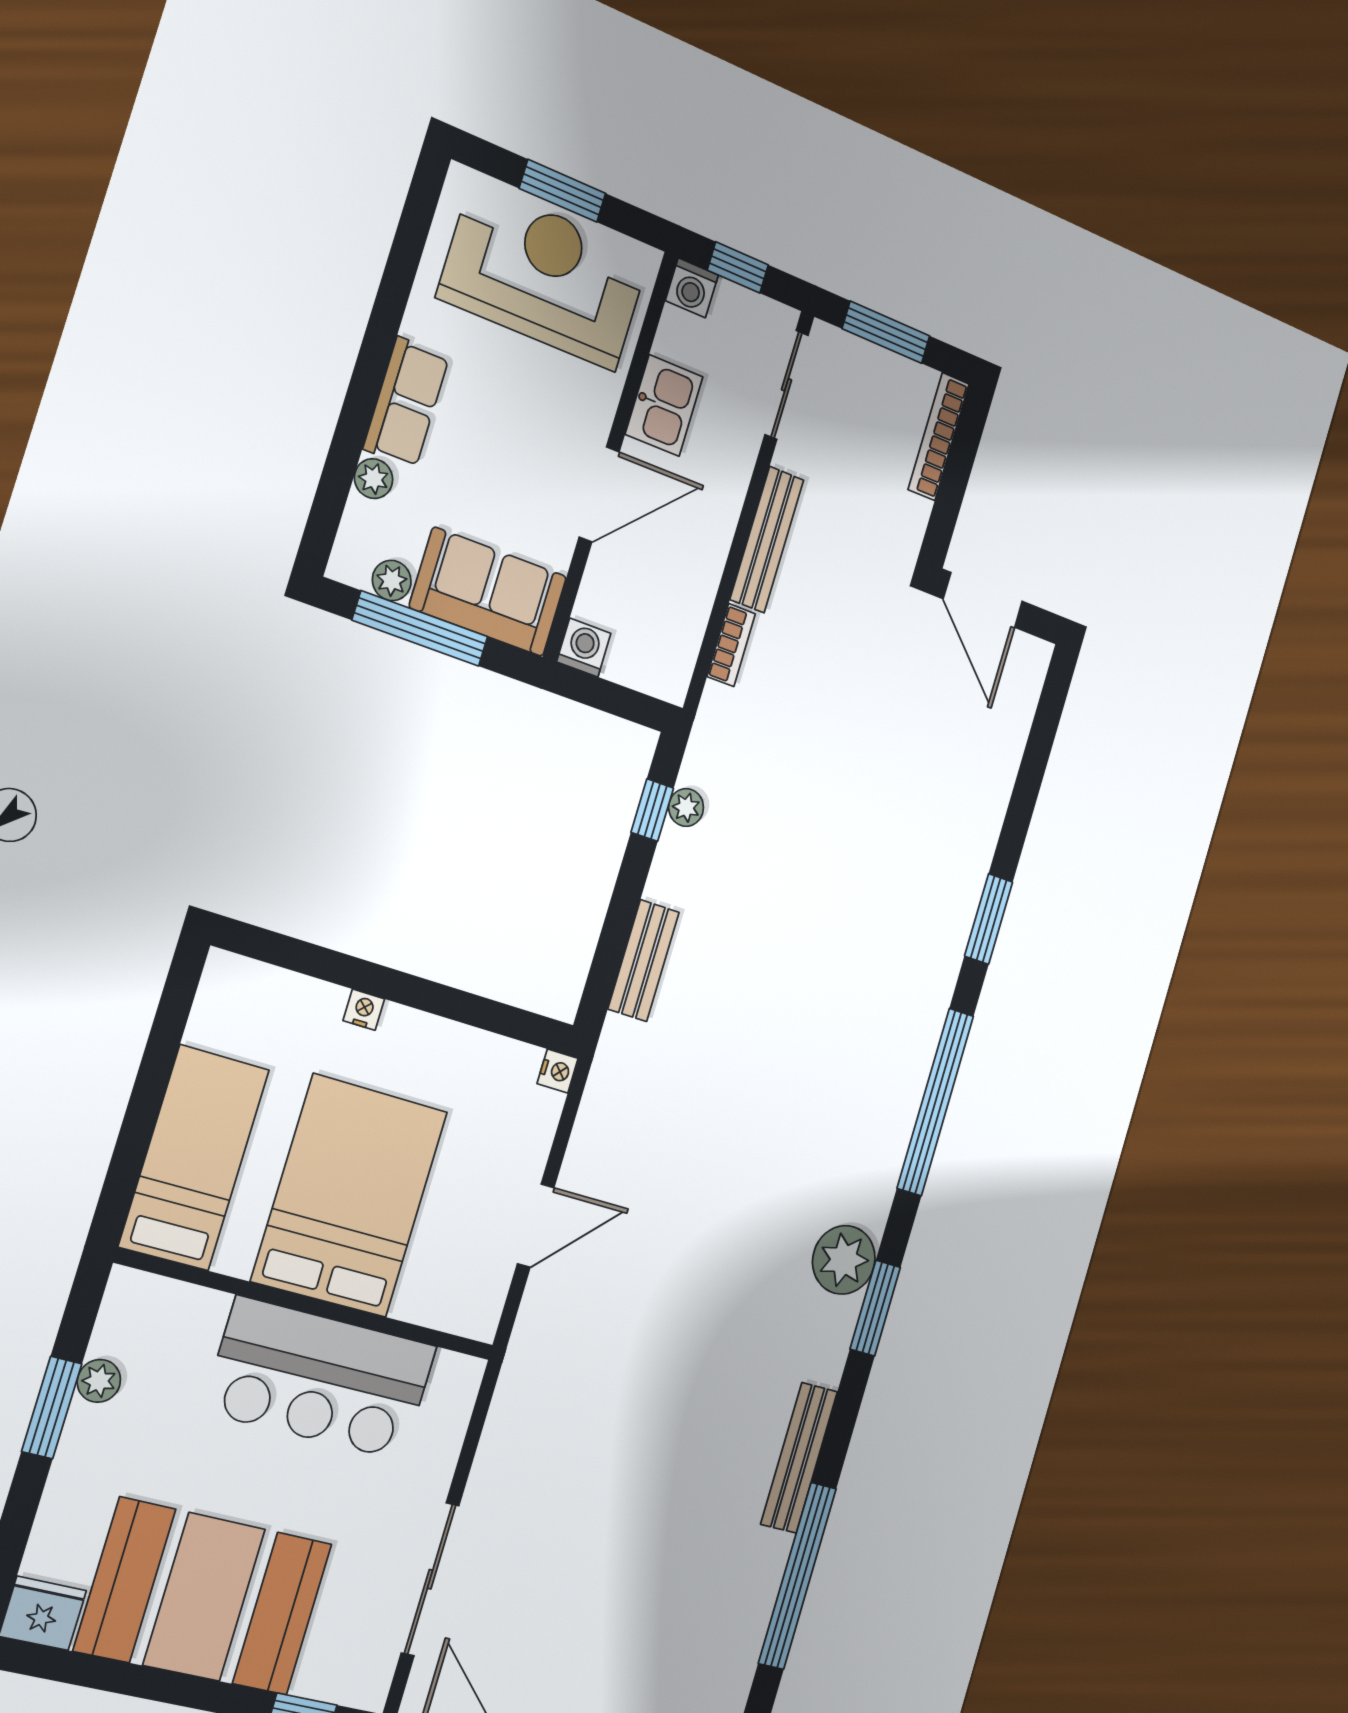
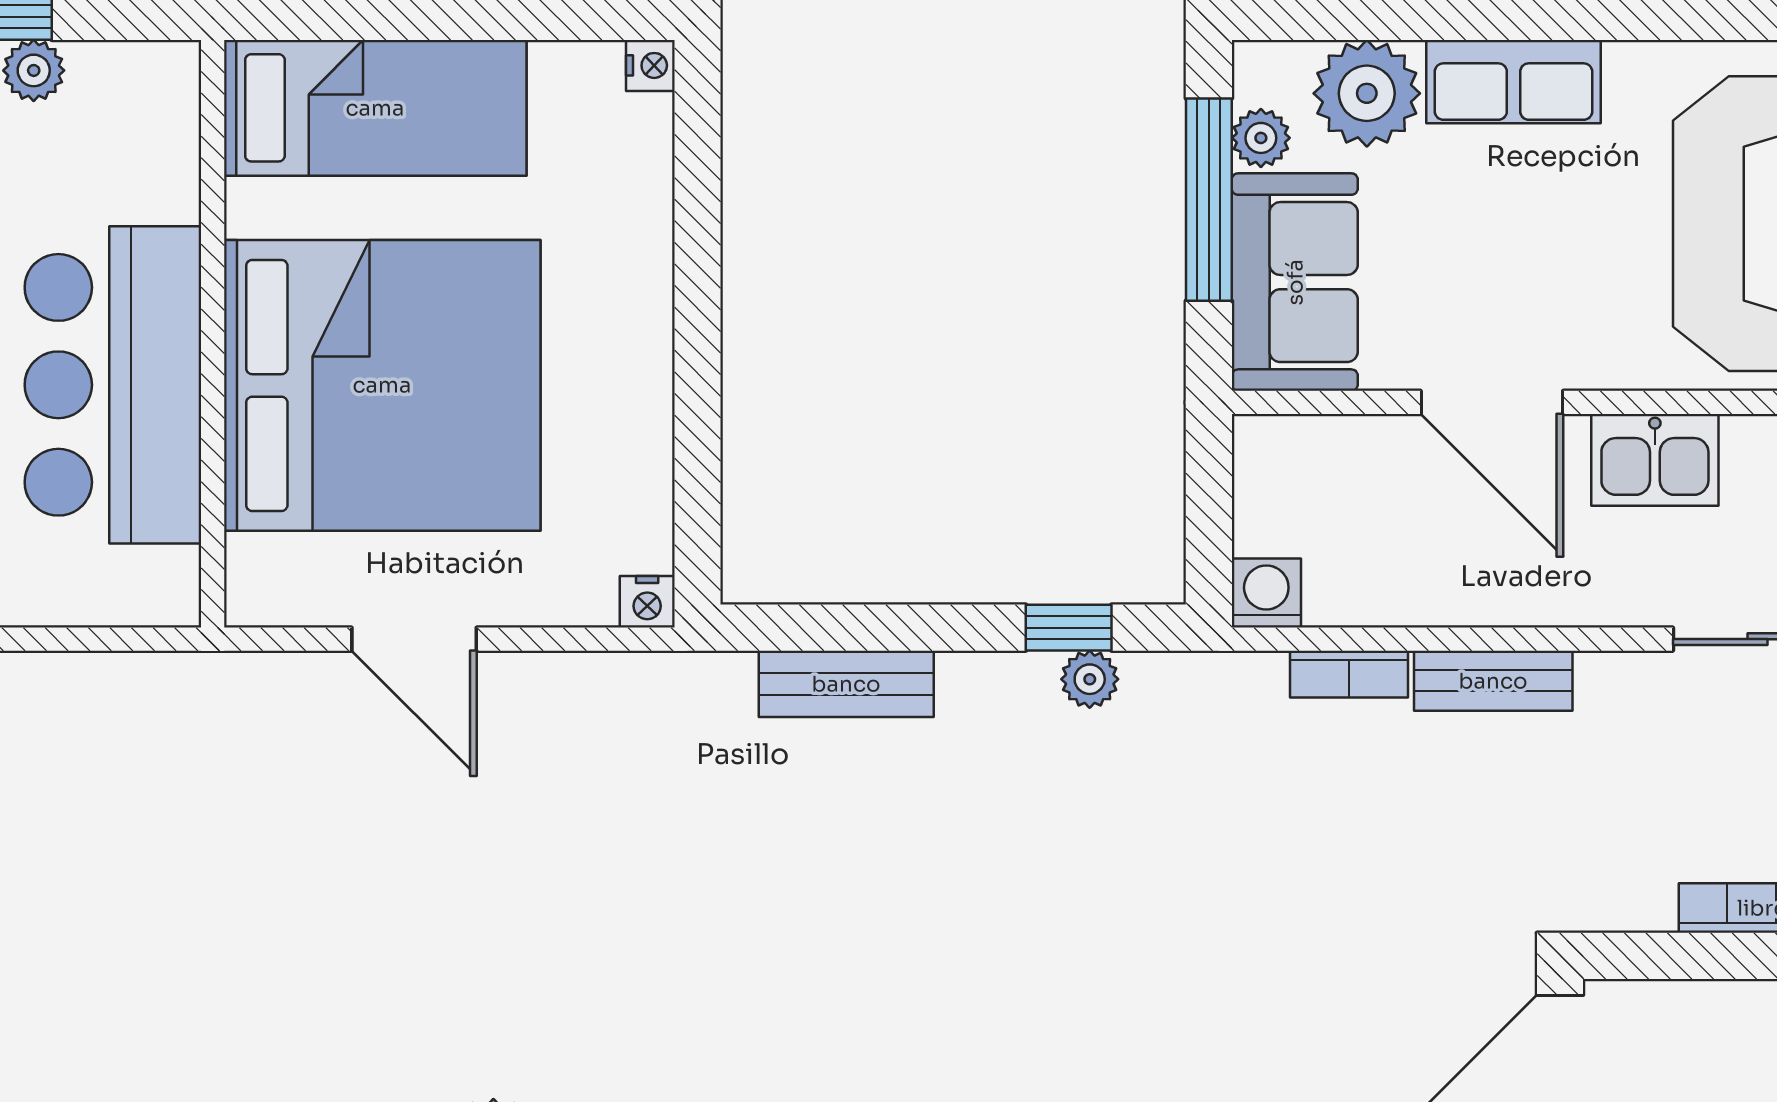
plant: (374, 479) -> (1367, 93), width x1.88, depth x1.88
bench: (767, 540) -> (1493, 681), width x0.73
washing machine: (584, 648) -> (1266, 593), moved, turned -90
nightstand: (364, 1010) -> (650, 65), moved
bed: (350, 1196) -> (382, 385), width x1.36

